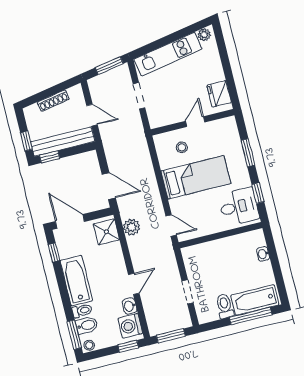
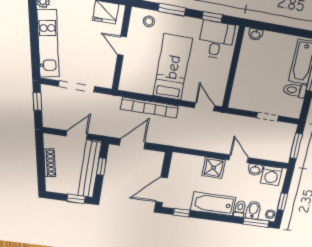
window: (109, 66) -> (37, 102), width x0.67
doorway: (139, 96) -> (77, 86), width x1.38
stool: (182, 147) -> (149, 21), moved
window: (50, 157) -> (101, 167), moved
bookcase: (148, 173) -> (150, 107), added
door: (109, 186) -> (132, 144), moved
door: (171, 225) -> (205, 107), hinge flipped
plant: (132, 227) -> (190, 141), removed
shower: (106, 232) -> (214, 168), moved
washbasin: (263, 254) -> (256, 34), moved
window: (128, 346) -> (283, 202), moved

